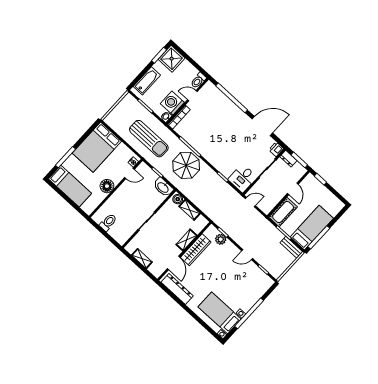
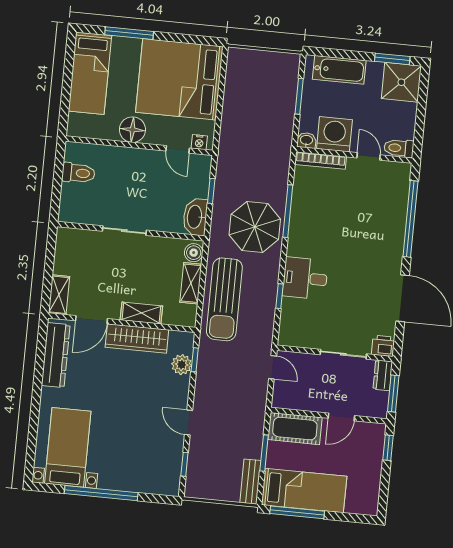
sun lounger: (149, 139) -> (224, 299), moved
bed: (97, 147) -> (179, 79), width x1.36
desk: (243, 178) -> (305, 278), moved
shelving: (142, 259) -> (59, 295), moved

